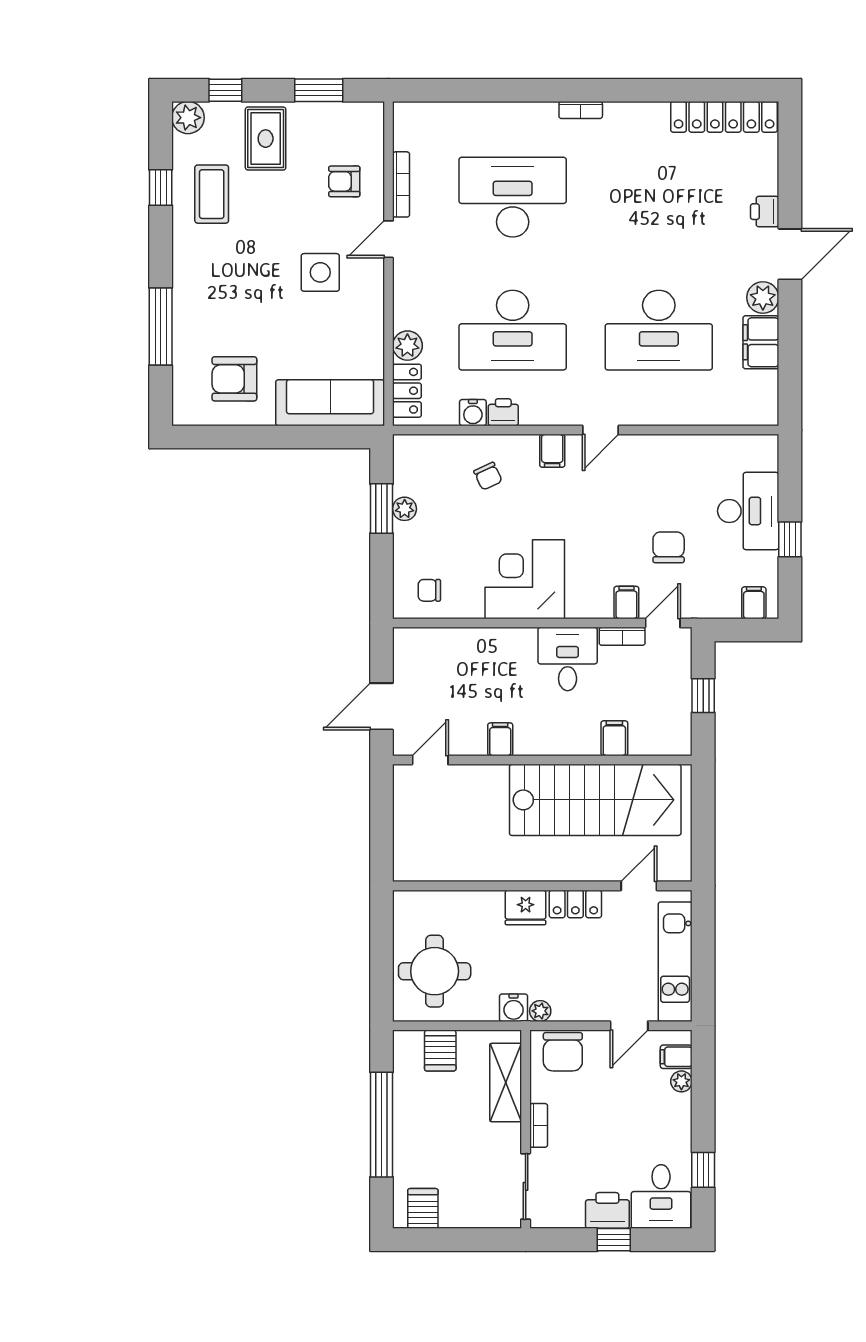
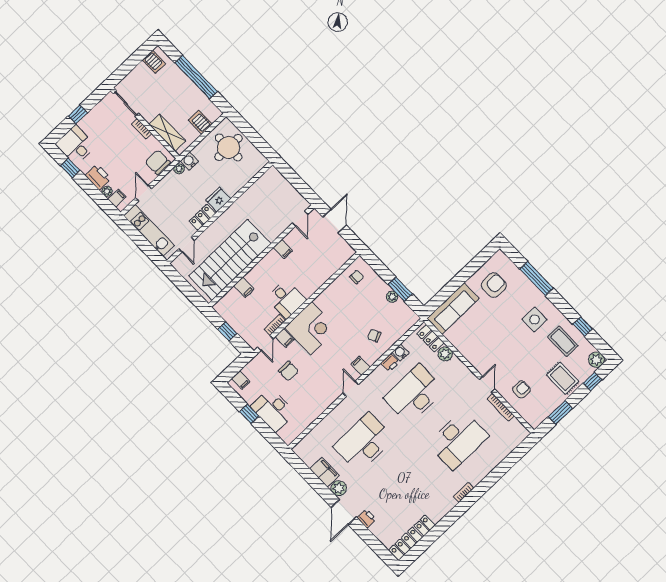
side table: (320, 272) -> (534, 319), moved
corner desk: (525, 579) -> (311, 328), moved
printer: (607, 1210) -> (98, 177), moved, turned -90

